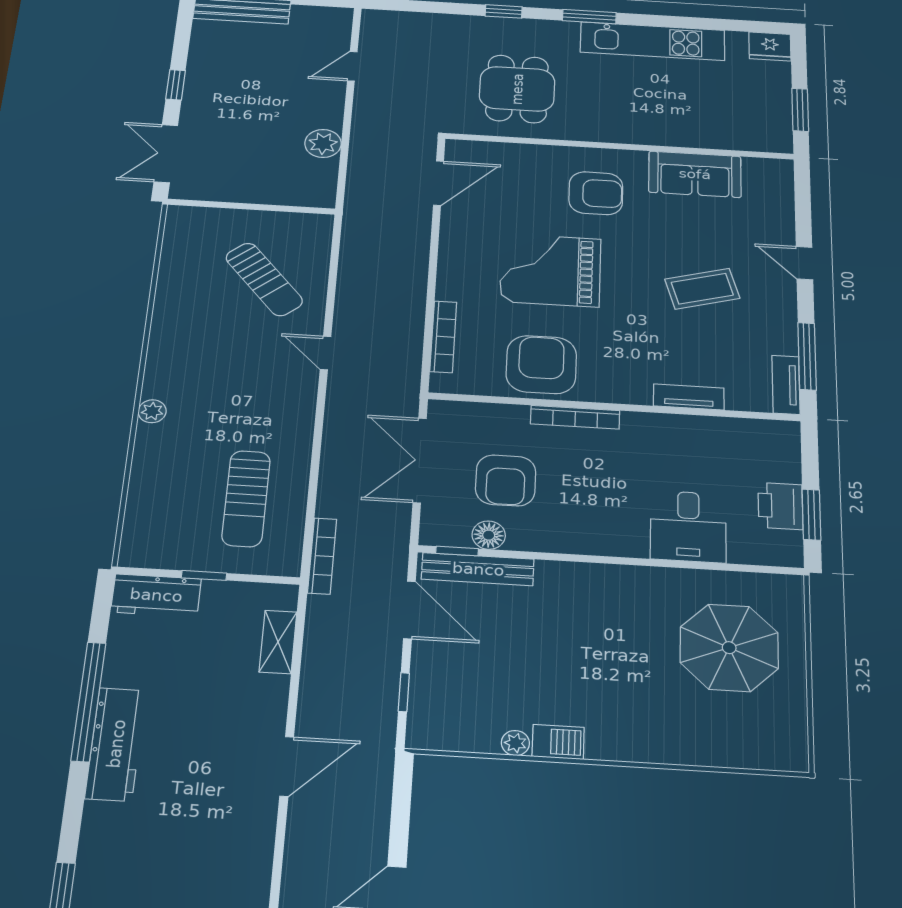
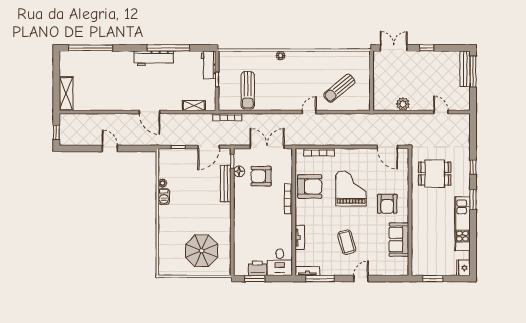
sun lounger: (246, 498) -> (248, 90), turned -90
desk: (688, 527) -> (280, 262), moved, turned -90
bench: (478, 569) -> (226, 184), moved

